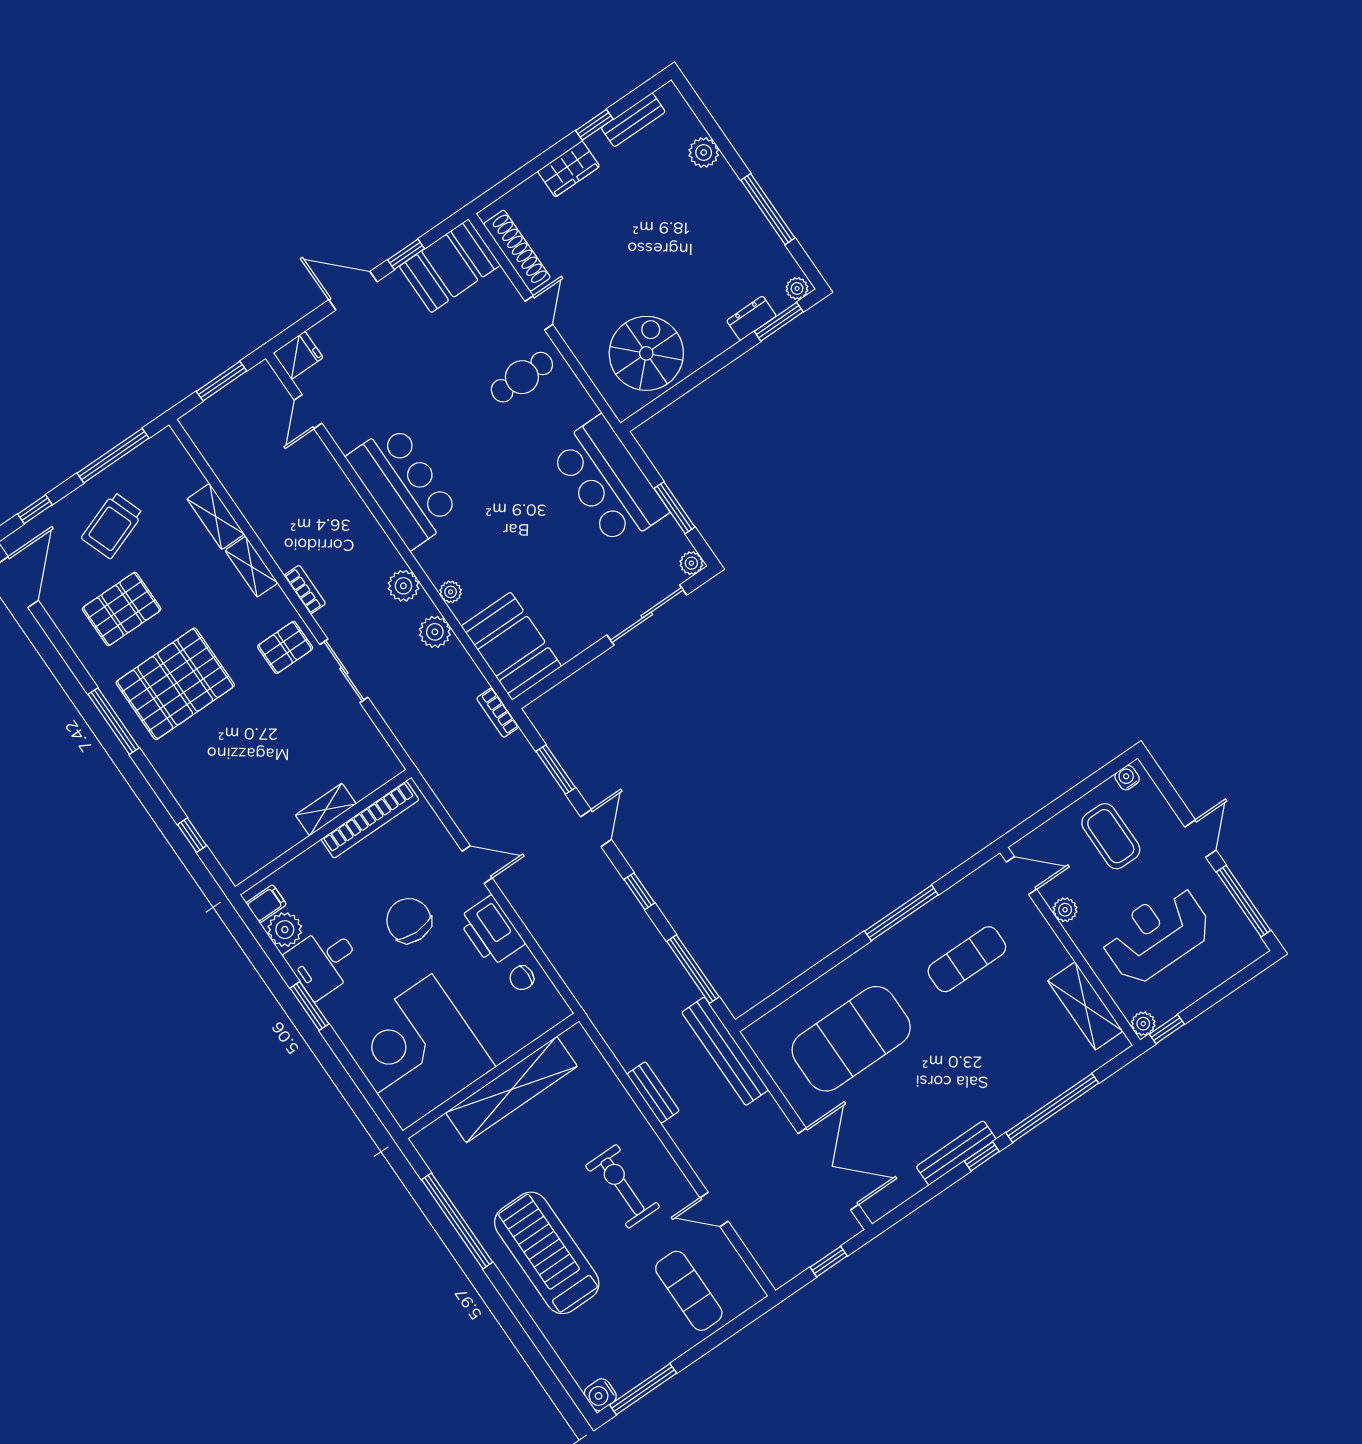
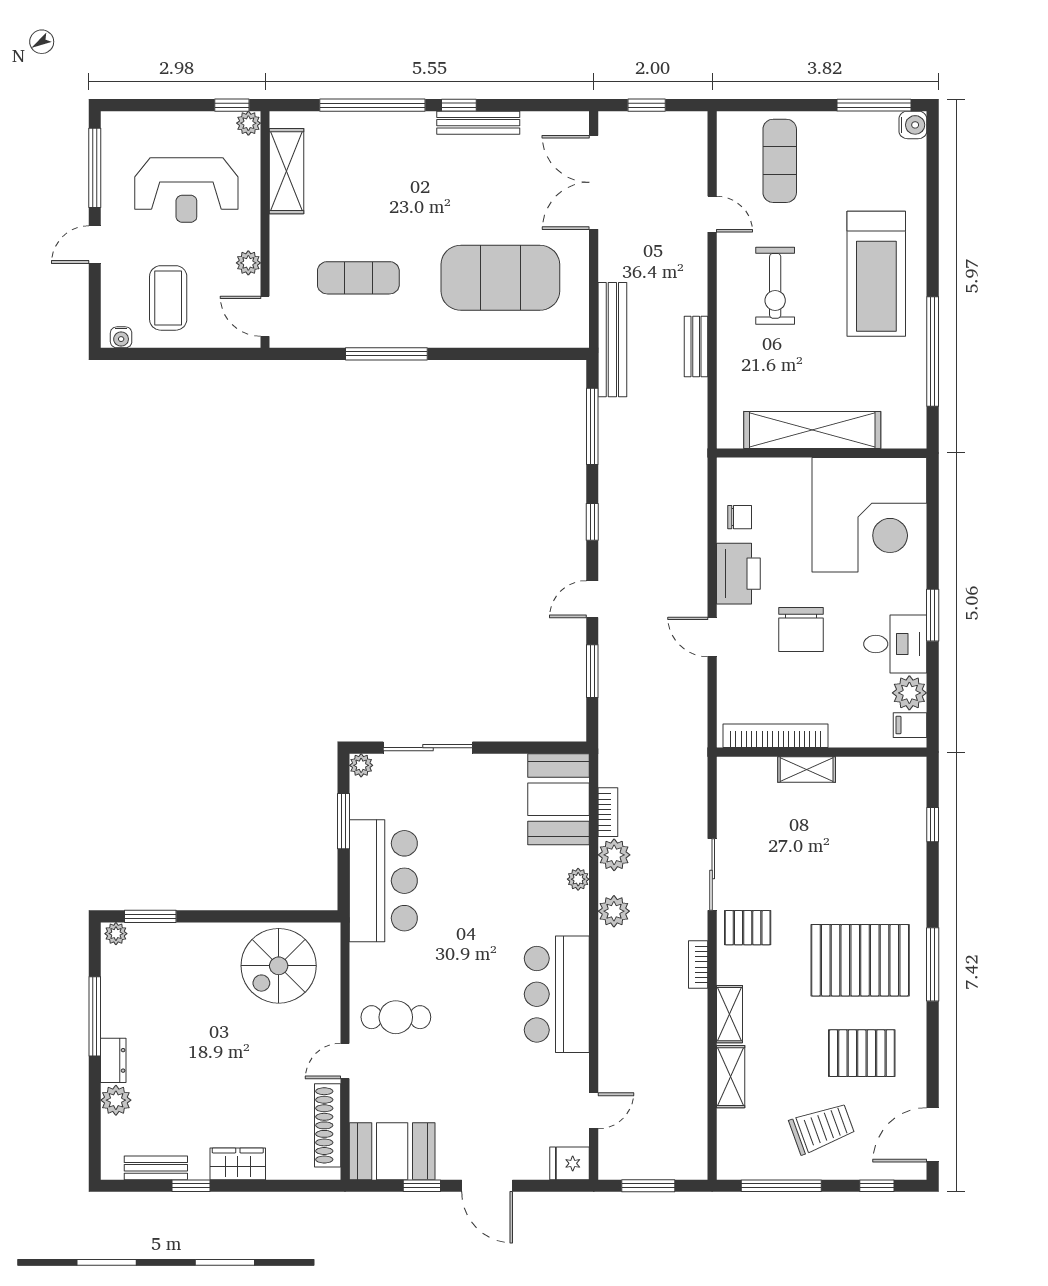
dresser: (751, 318) -> (113, 1060), moved, turned -90
bookcase: (498, 713) -> (608, 812), moved

